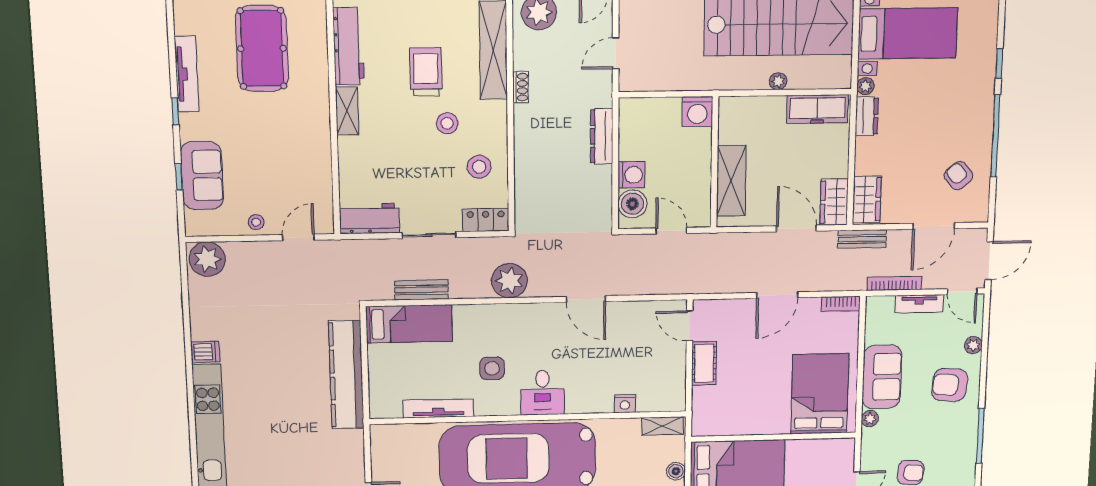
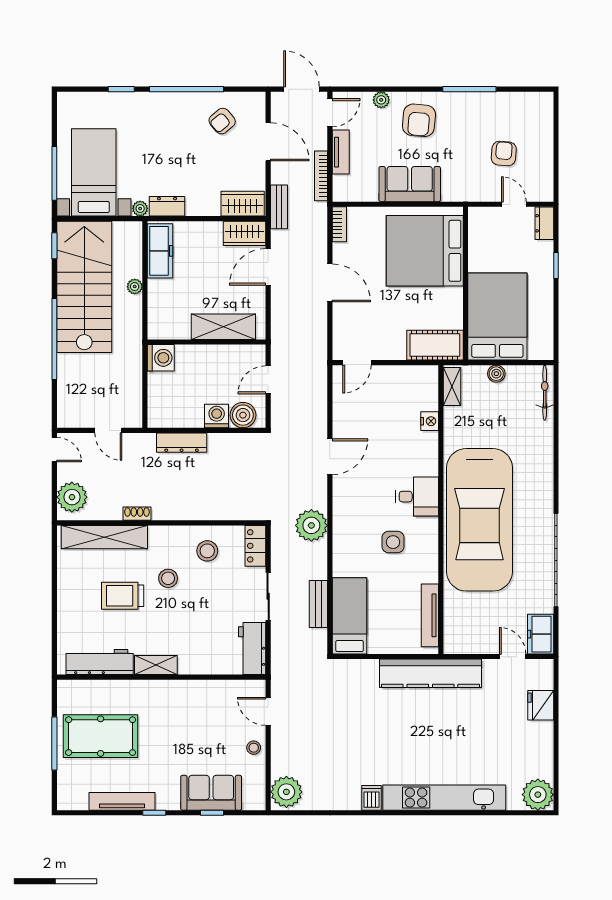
cot: (704, 363) -> (435, 345), moved, width x1.37, depth x1.34
kitchen counter: (346, 375) -> (430, 673), moved
bed: (820, 394) -> (425, 251), width x1.36
tv unit: (438, 408) -> (430, 615), moved
plant: (870, 419) -> (450, 194), removed

